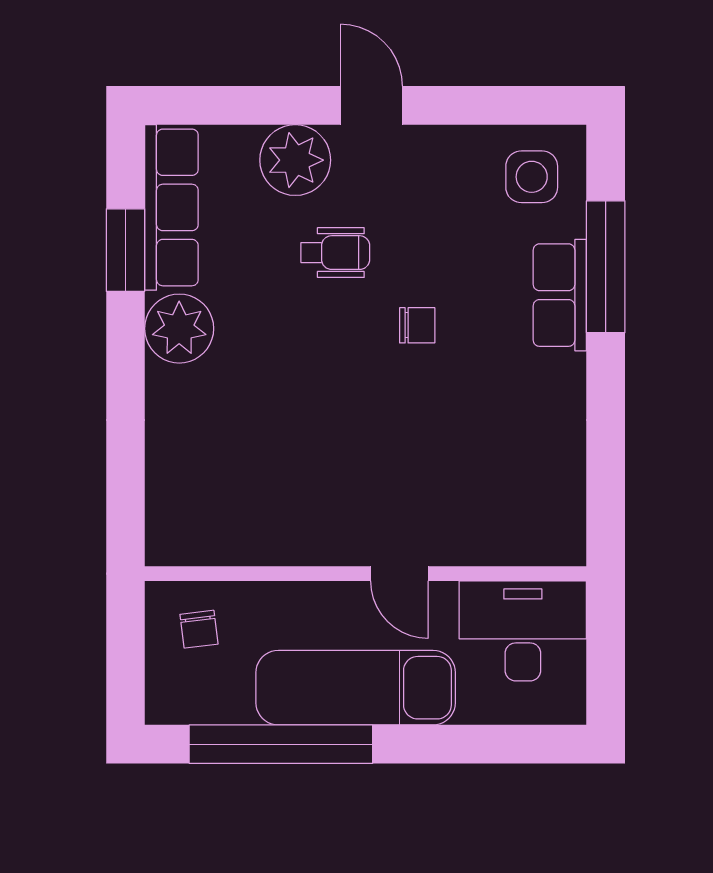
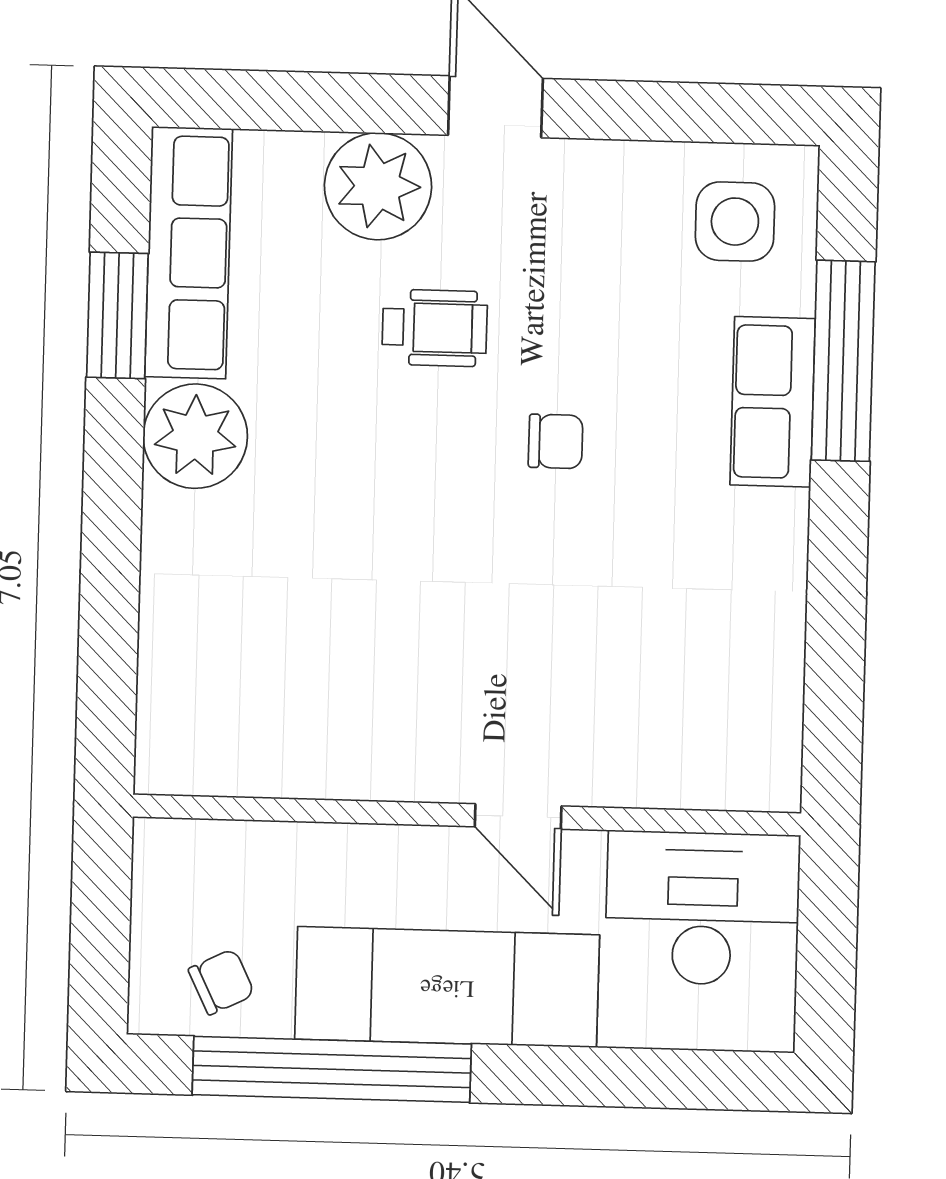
chair: (199, 629) -> (221, 982), moved, turned -109

